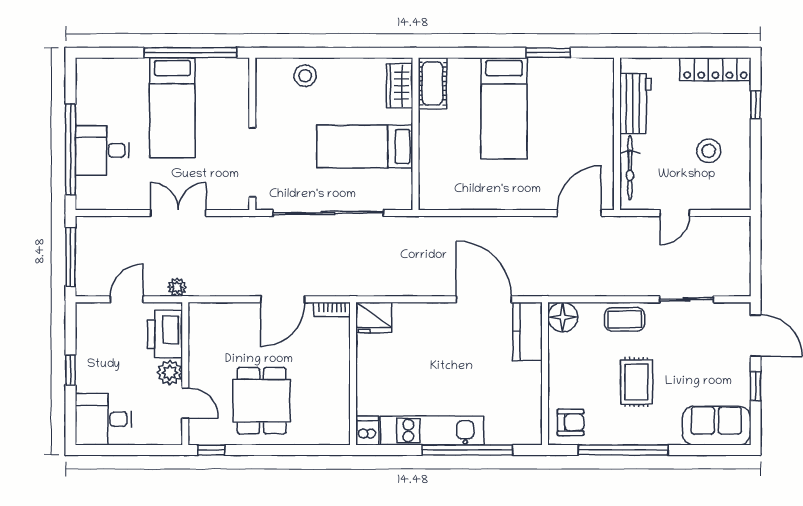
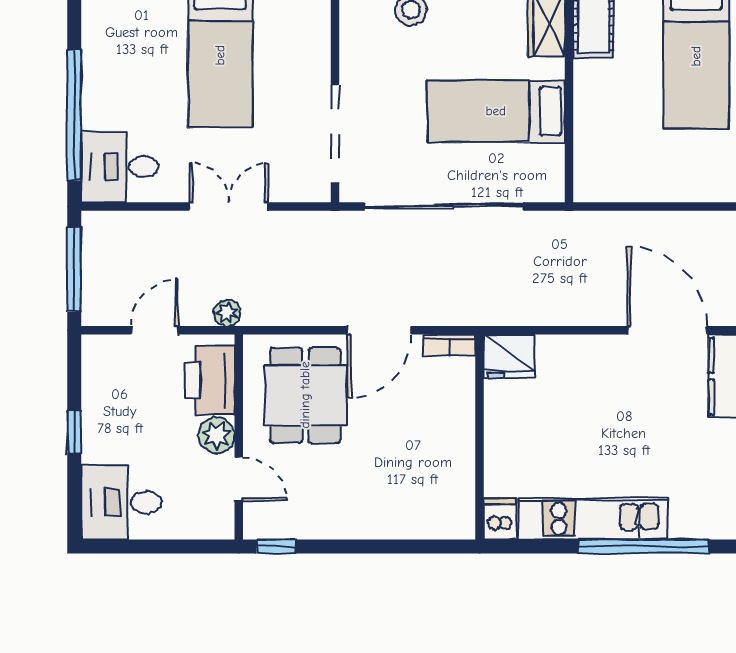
desk: (102, 150) -> (120, 167), moved
dining table: (262, 401) -> (305, 395), moved

